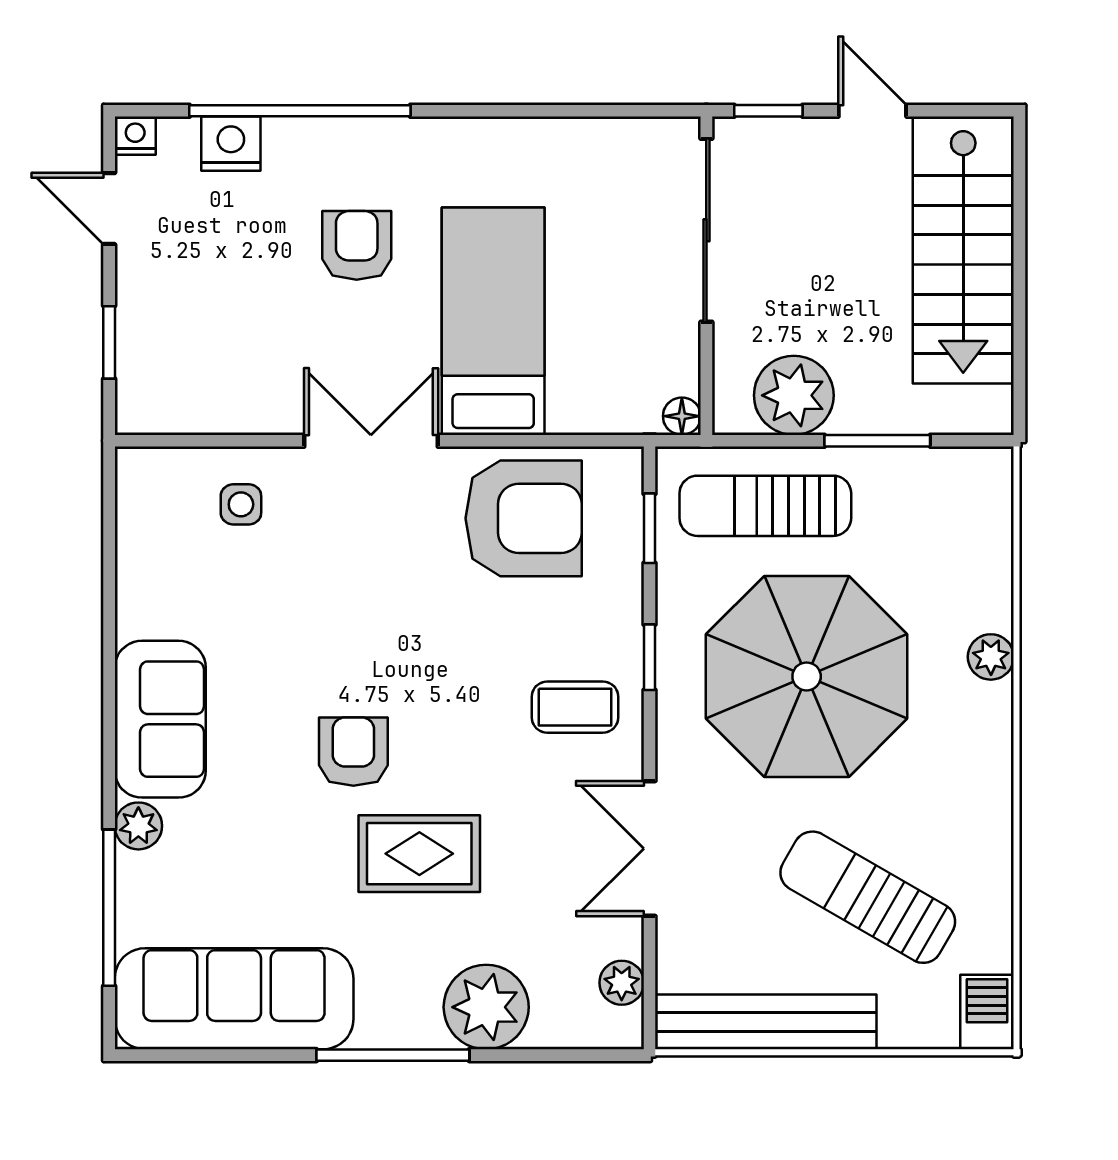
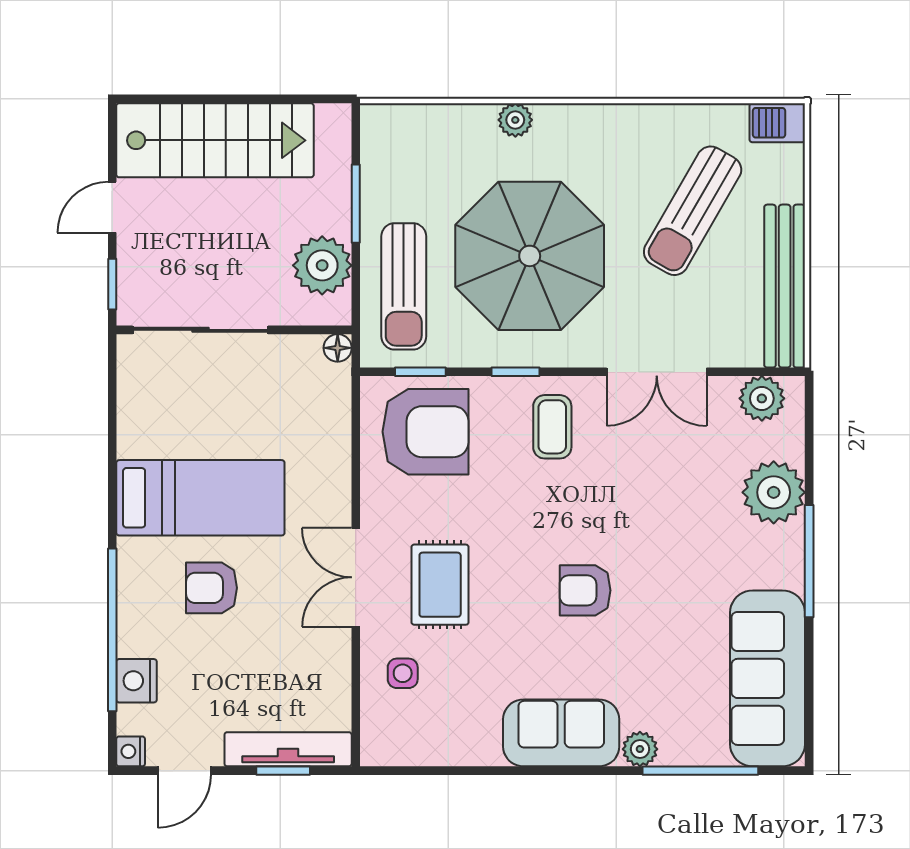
bed: (493, 321) -> (200, 498), moved, turned 180
tv unit: (138, 349) -> (288, 749), added
armchair: (524, 518) -> (426, 432), moved, turned 90
rug: (419, 854) -> (440, 585), moved
plant: (622, 983) -> (762, 398), width x1.38, depth x1.38

